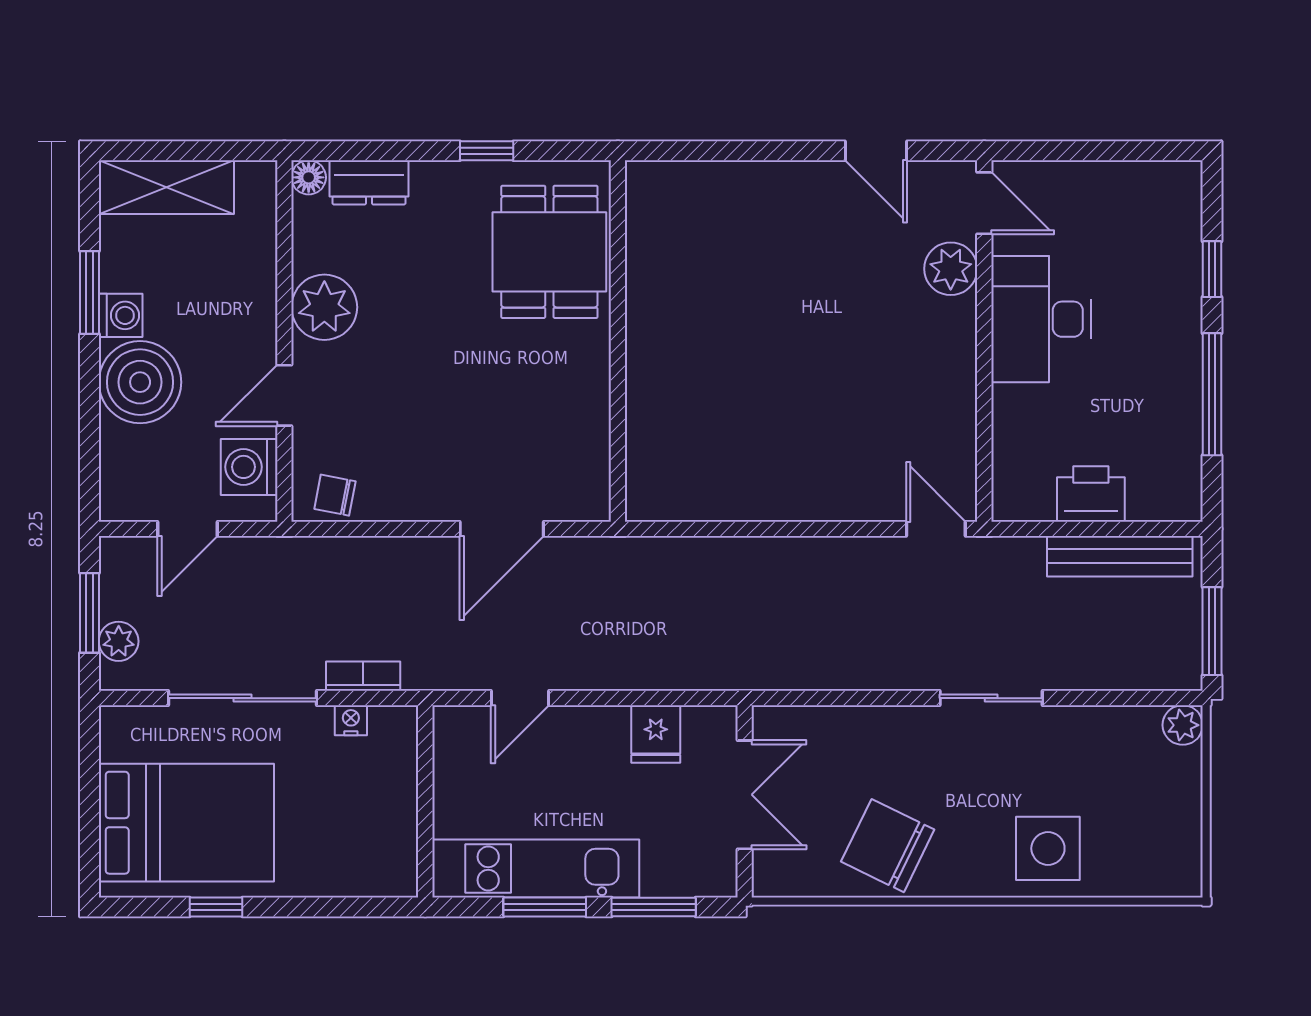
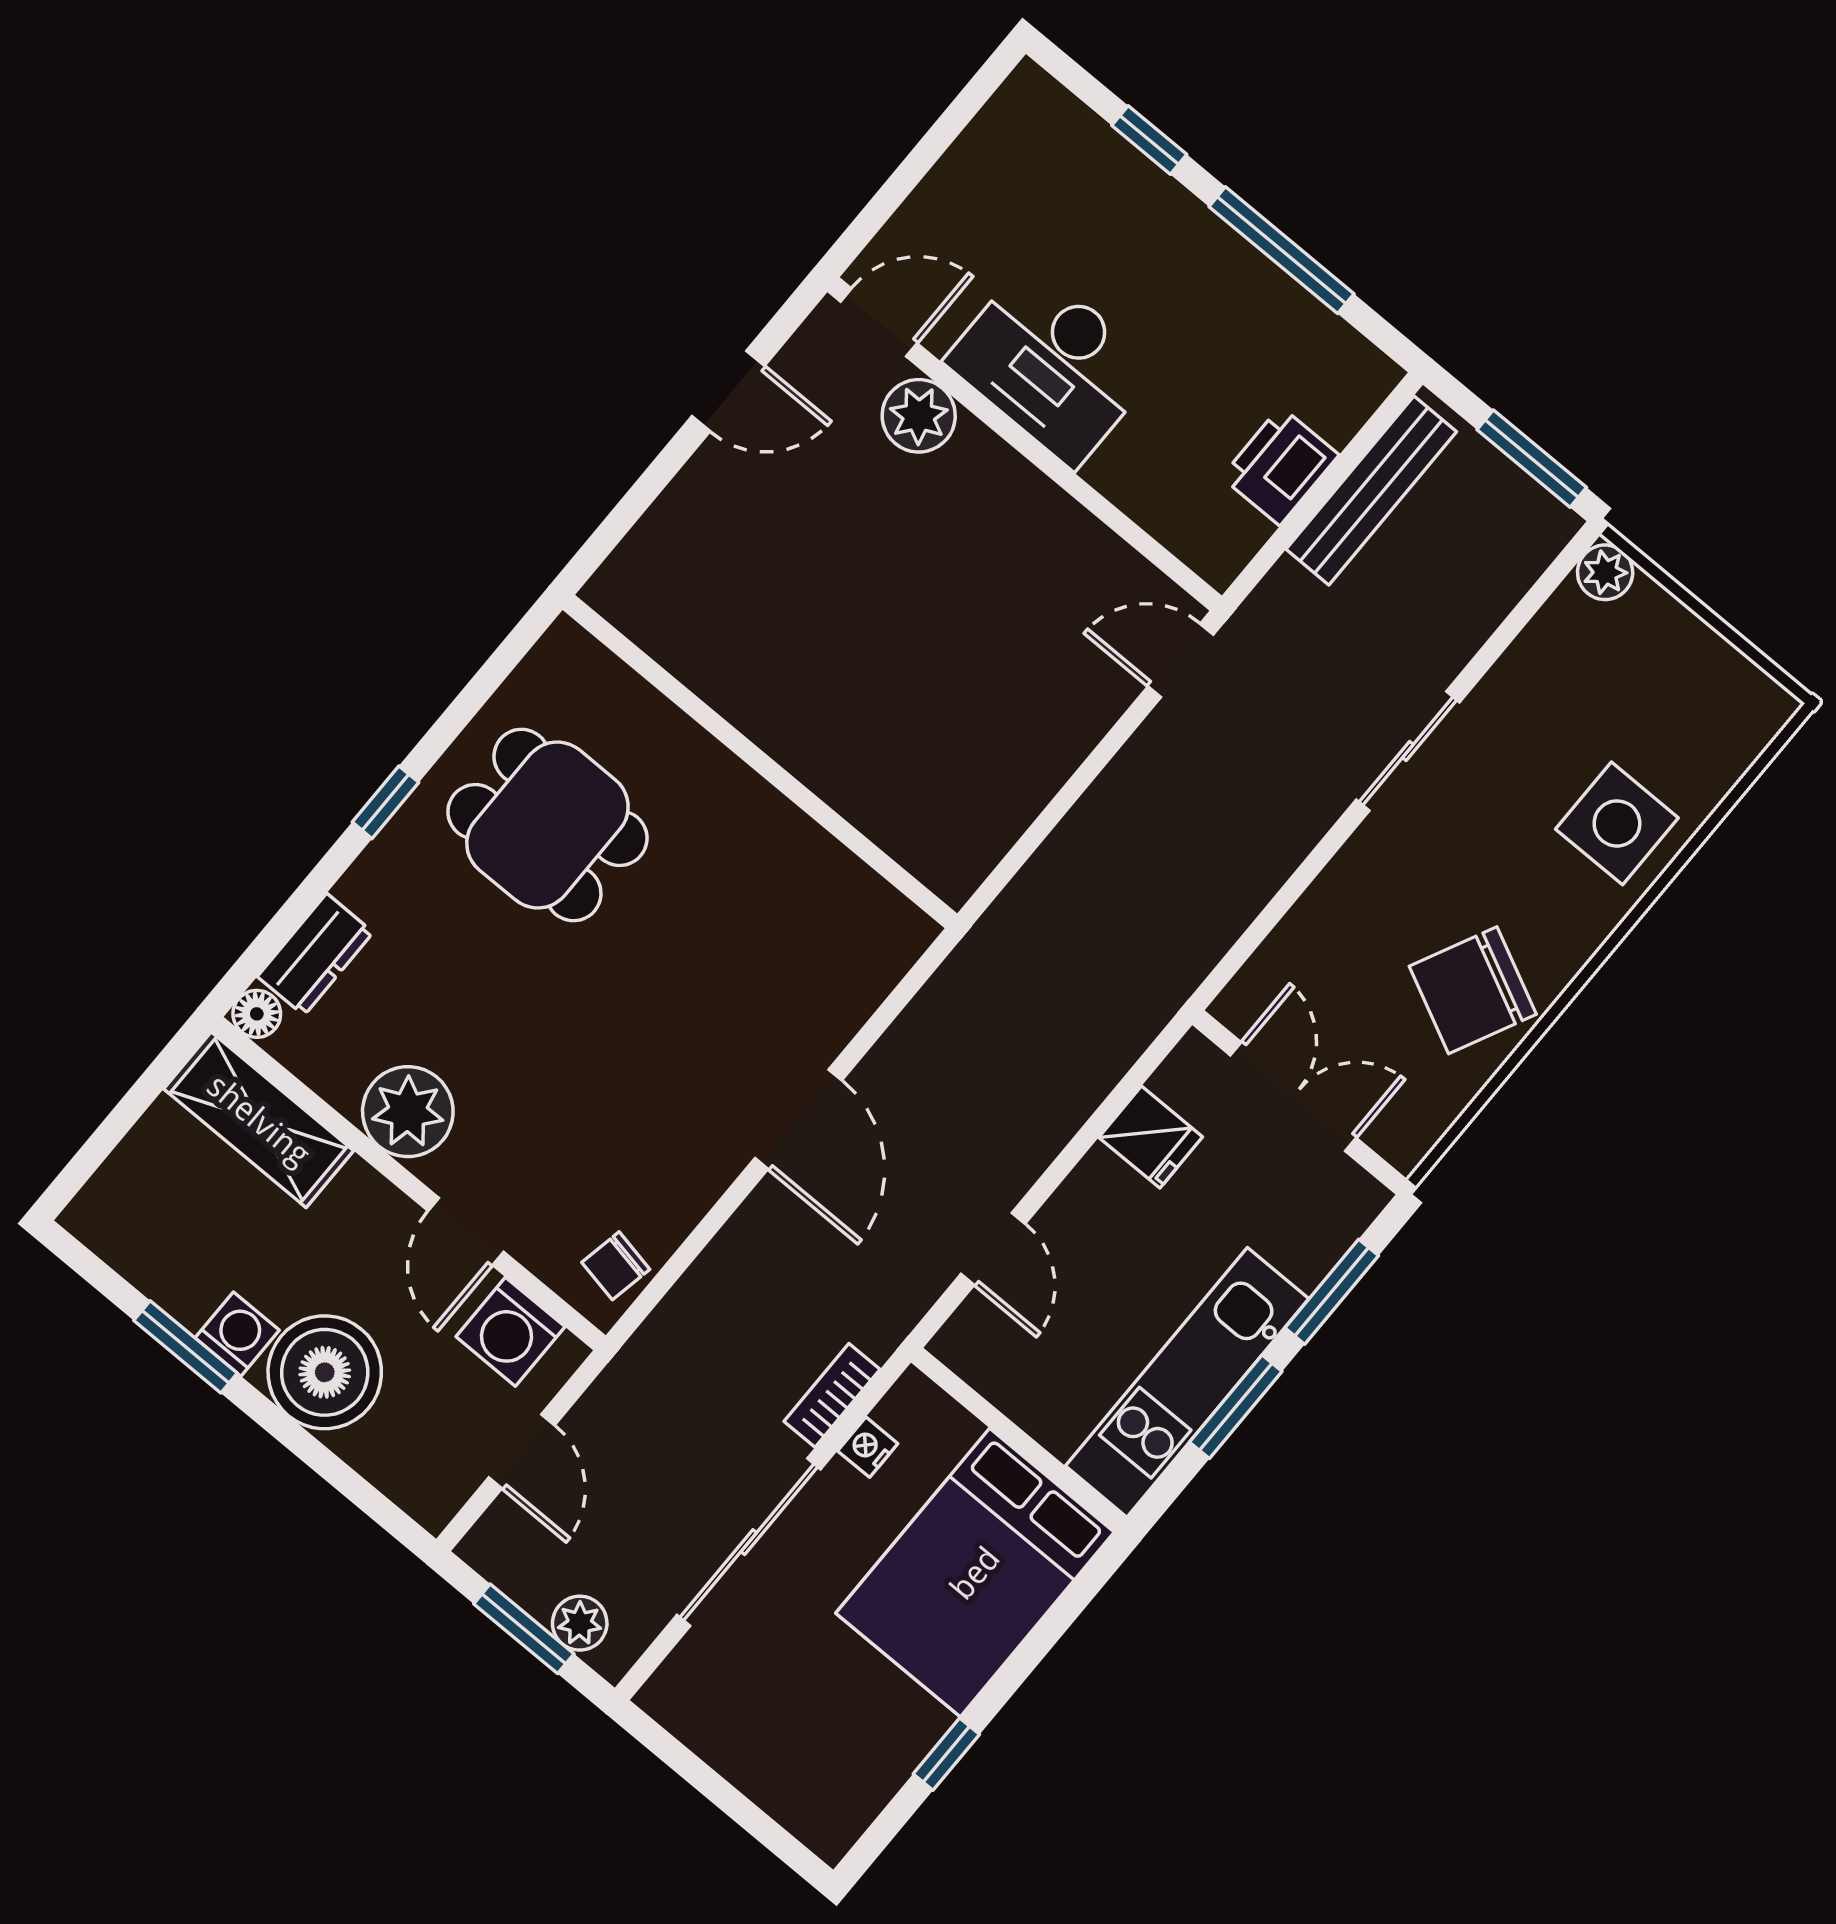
shelving: (166, 187) -> (259, 1120), moved, turned 90
wall: (618, 341) -> (760, 762), moved
bed: (186, 823) -> (975, 1573), moved, turned 180

